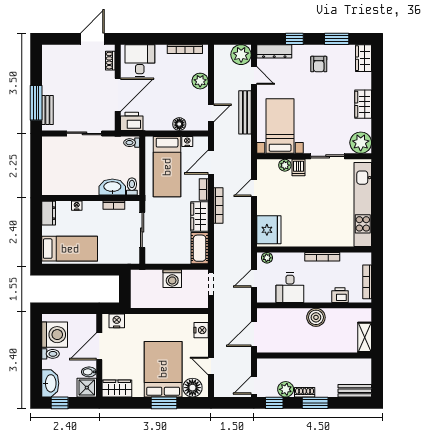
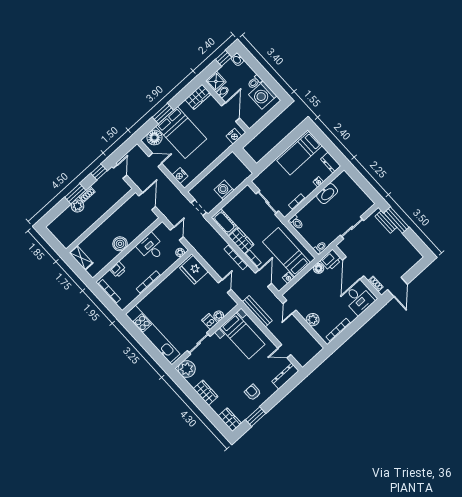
window: (294, 39) -> (280, 394), removed
plant: (241, 55) -> (303, 357), removed
bench: (245, 112) -> (257, 311), moved
floor lamp: (179, 124) -> (319, 268), moved
washbasin: (112, 187) -> (327, 194), moved
washbasin: (50, 383) -> (237, 59), width x0.52, depth x0.69
plant: (286, 389) -> (78, 206), moved
bench: (355, 391) -> (59, 222), removed

